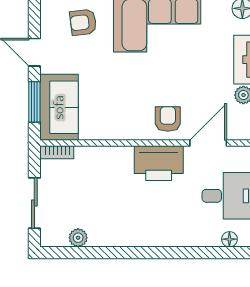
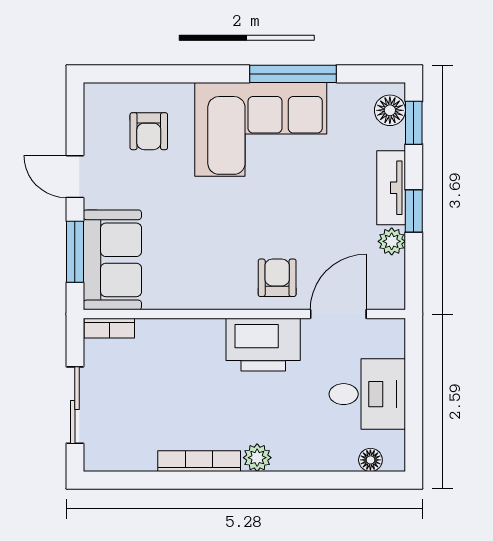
armchair: (83, 22) -> (149, 131), turned -83
plant: (78, 238) -> (257, 458), moved
bookcase: (116, 240) -> (199, 461), added

